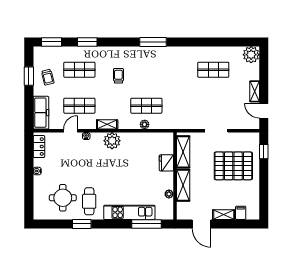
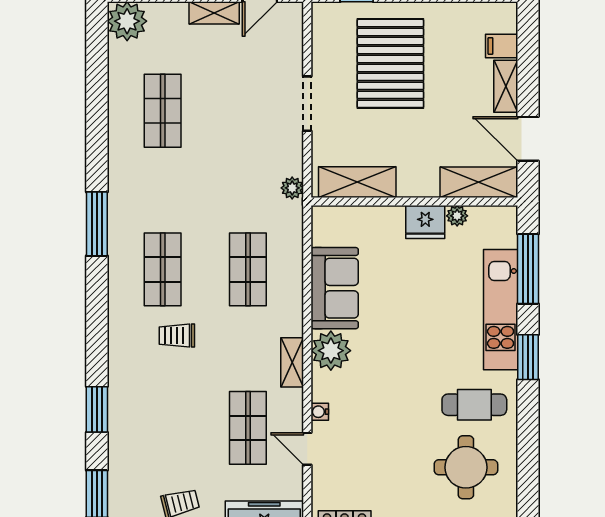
window: (153, 42) -> (97, 224), moved
shop shelf: (79, 70) -> (163, 269), moved
plant: (145, 124) -> (292, 188), moved
sofa: (138, 142) -> (335, 288), added
fridge: (166, 163) -> (425, 222), moved
shelving: (183, 185) -> (478, 182), moved
window: (82, 224) -> (528, 357), moved
door: (202, 224) -> (528, 139), swing flipped

